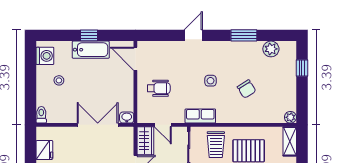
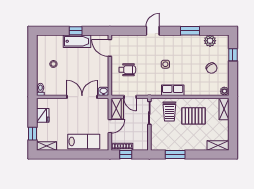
washing machine: (45, 56) -> (43, 46), removed
chair: (247, 89) -> (212, 68), moved
row of seats: (200, 116) -> (173, 90), moved

